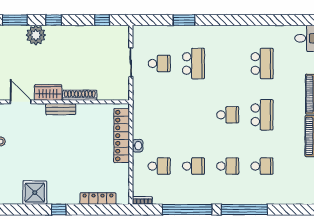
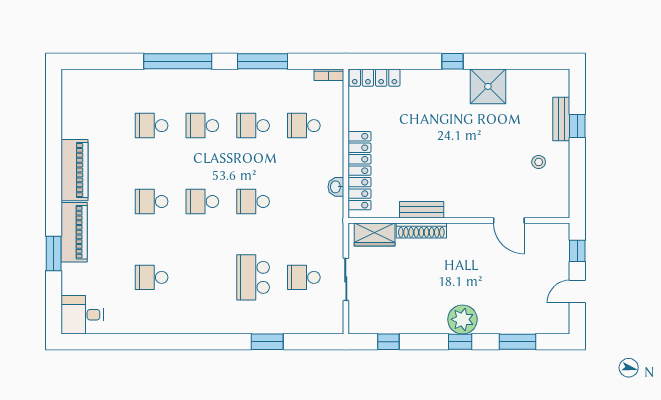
plant: (36, 35) -> (462, 319), moved
school desk: (262, 64) -> (152, 277), width x0.54
wardrobe: (48, 93) -> (375, 234), moved
bench: (61, 109) -> (422, 210), moved
school desk: (193, 115) -> (253, 201), added
school desk: (262, 115) -> (152, 201), width x0.54
washbasin: (138, 146) -> (336, 187), moved
locker: (98, 198) -> (375, 78), moved
window: (187, 210) -> (263, 61), width x0.68

